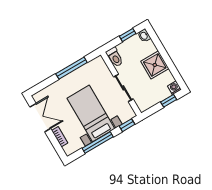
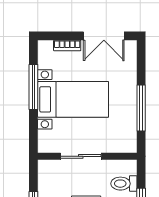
toilet: (115, 57) -> (124, 184), moved
window: (127, 125) -> (33, 134), removed

